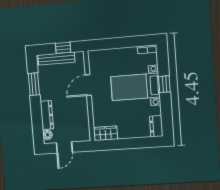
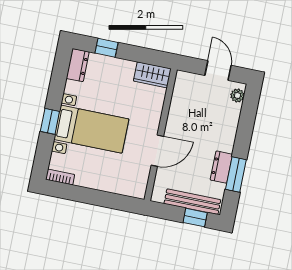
window: (63, 48) -> (195, 218), moved
dresser: (47, 115) -> (221, 167), moved, width x0.70
window: (140, 143) -> (107, 48), added
door: (64, 148) -> (218, 70), hinge flipped

